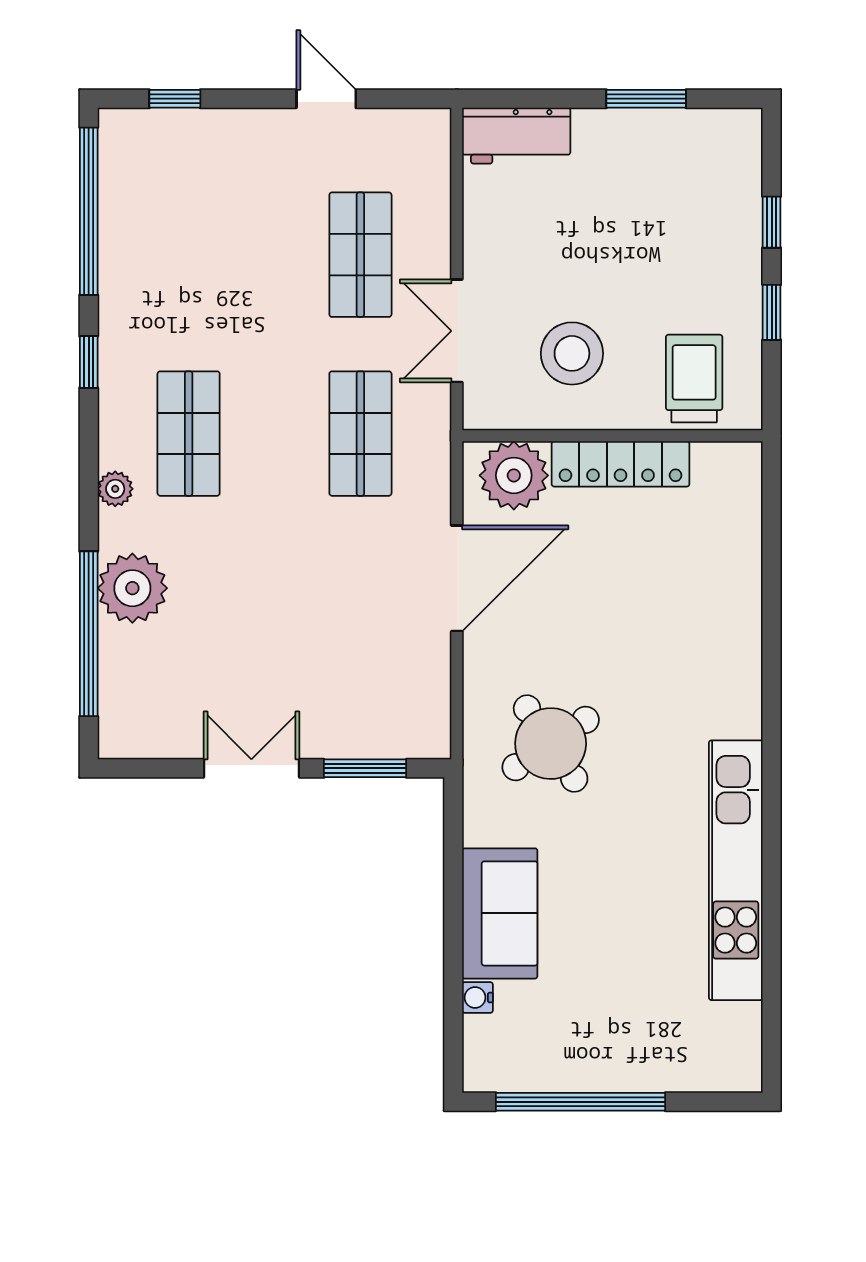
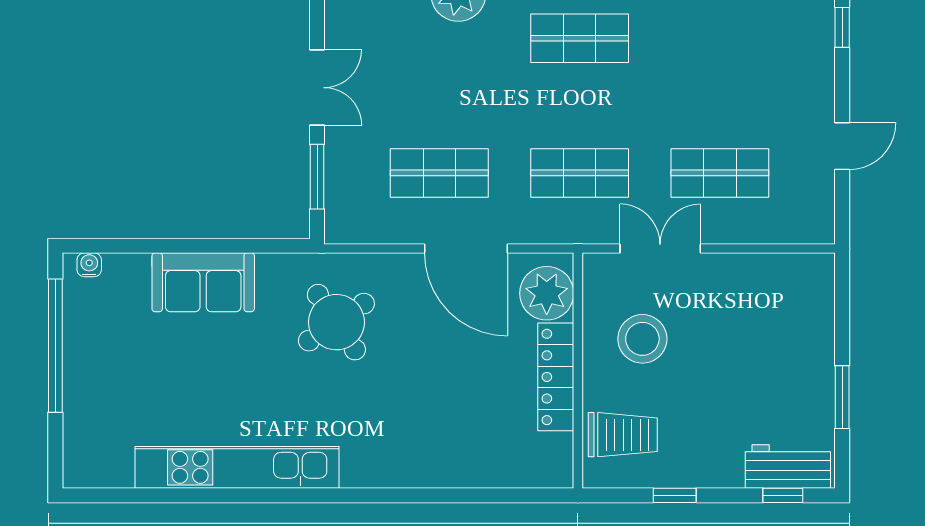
workbench: (516, 136) -> (788, 466), moved, turned 90
window: (772, 222) -> (783, 495), moved
shop shelf: (360, 612) -> (439, 173), added
water cooler: (477, 998) -> (89, 265), moved

